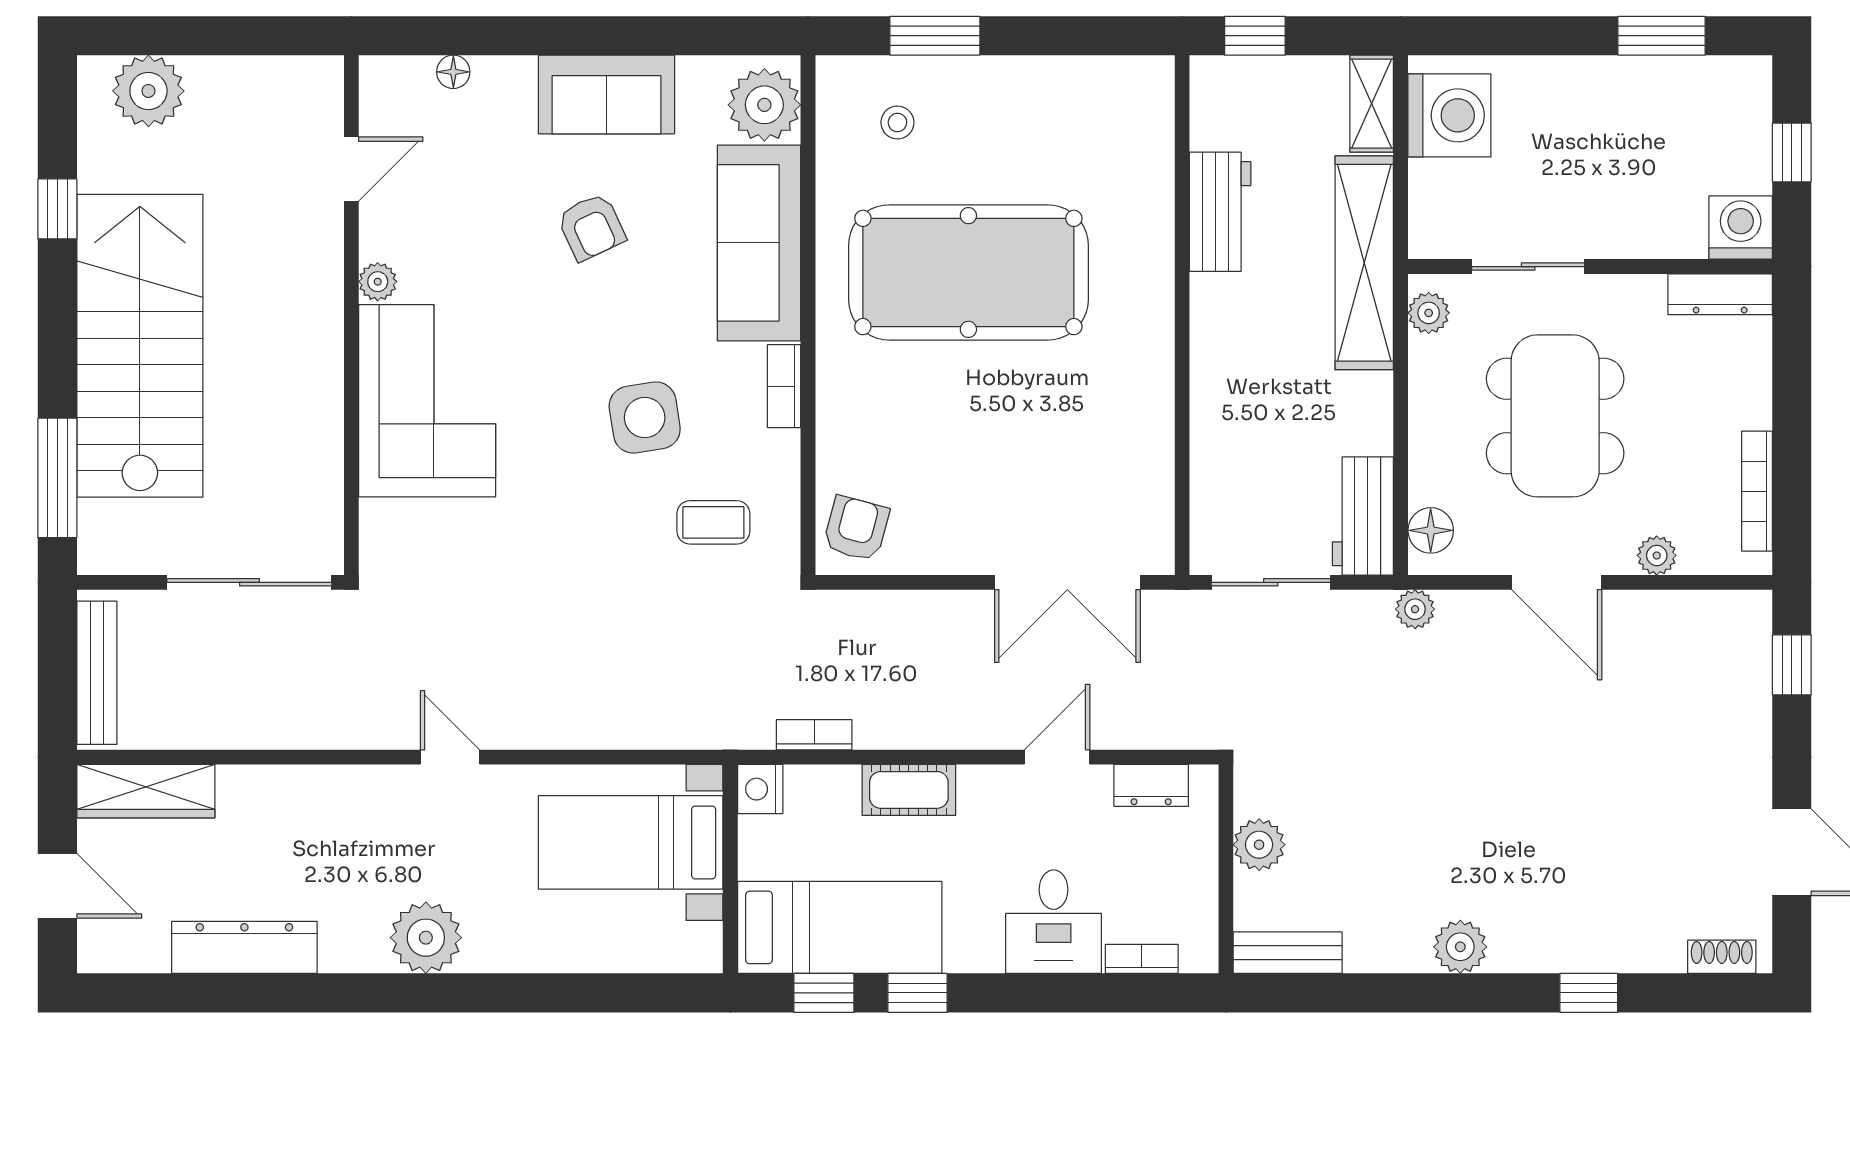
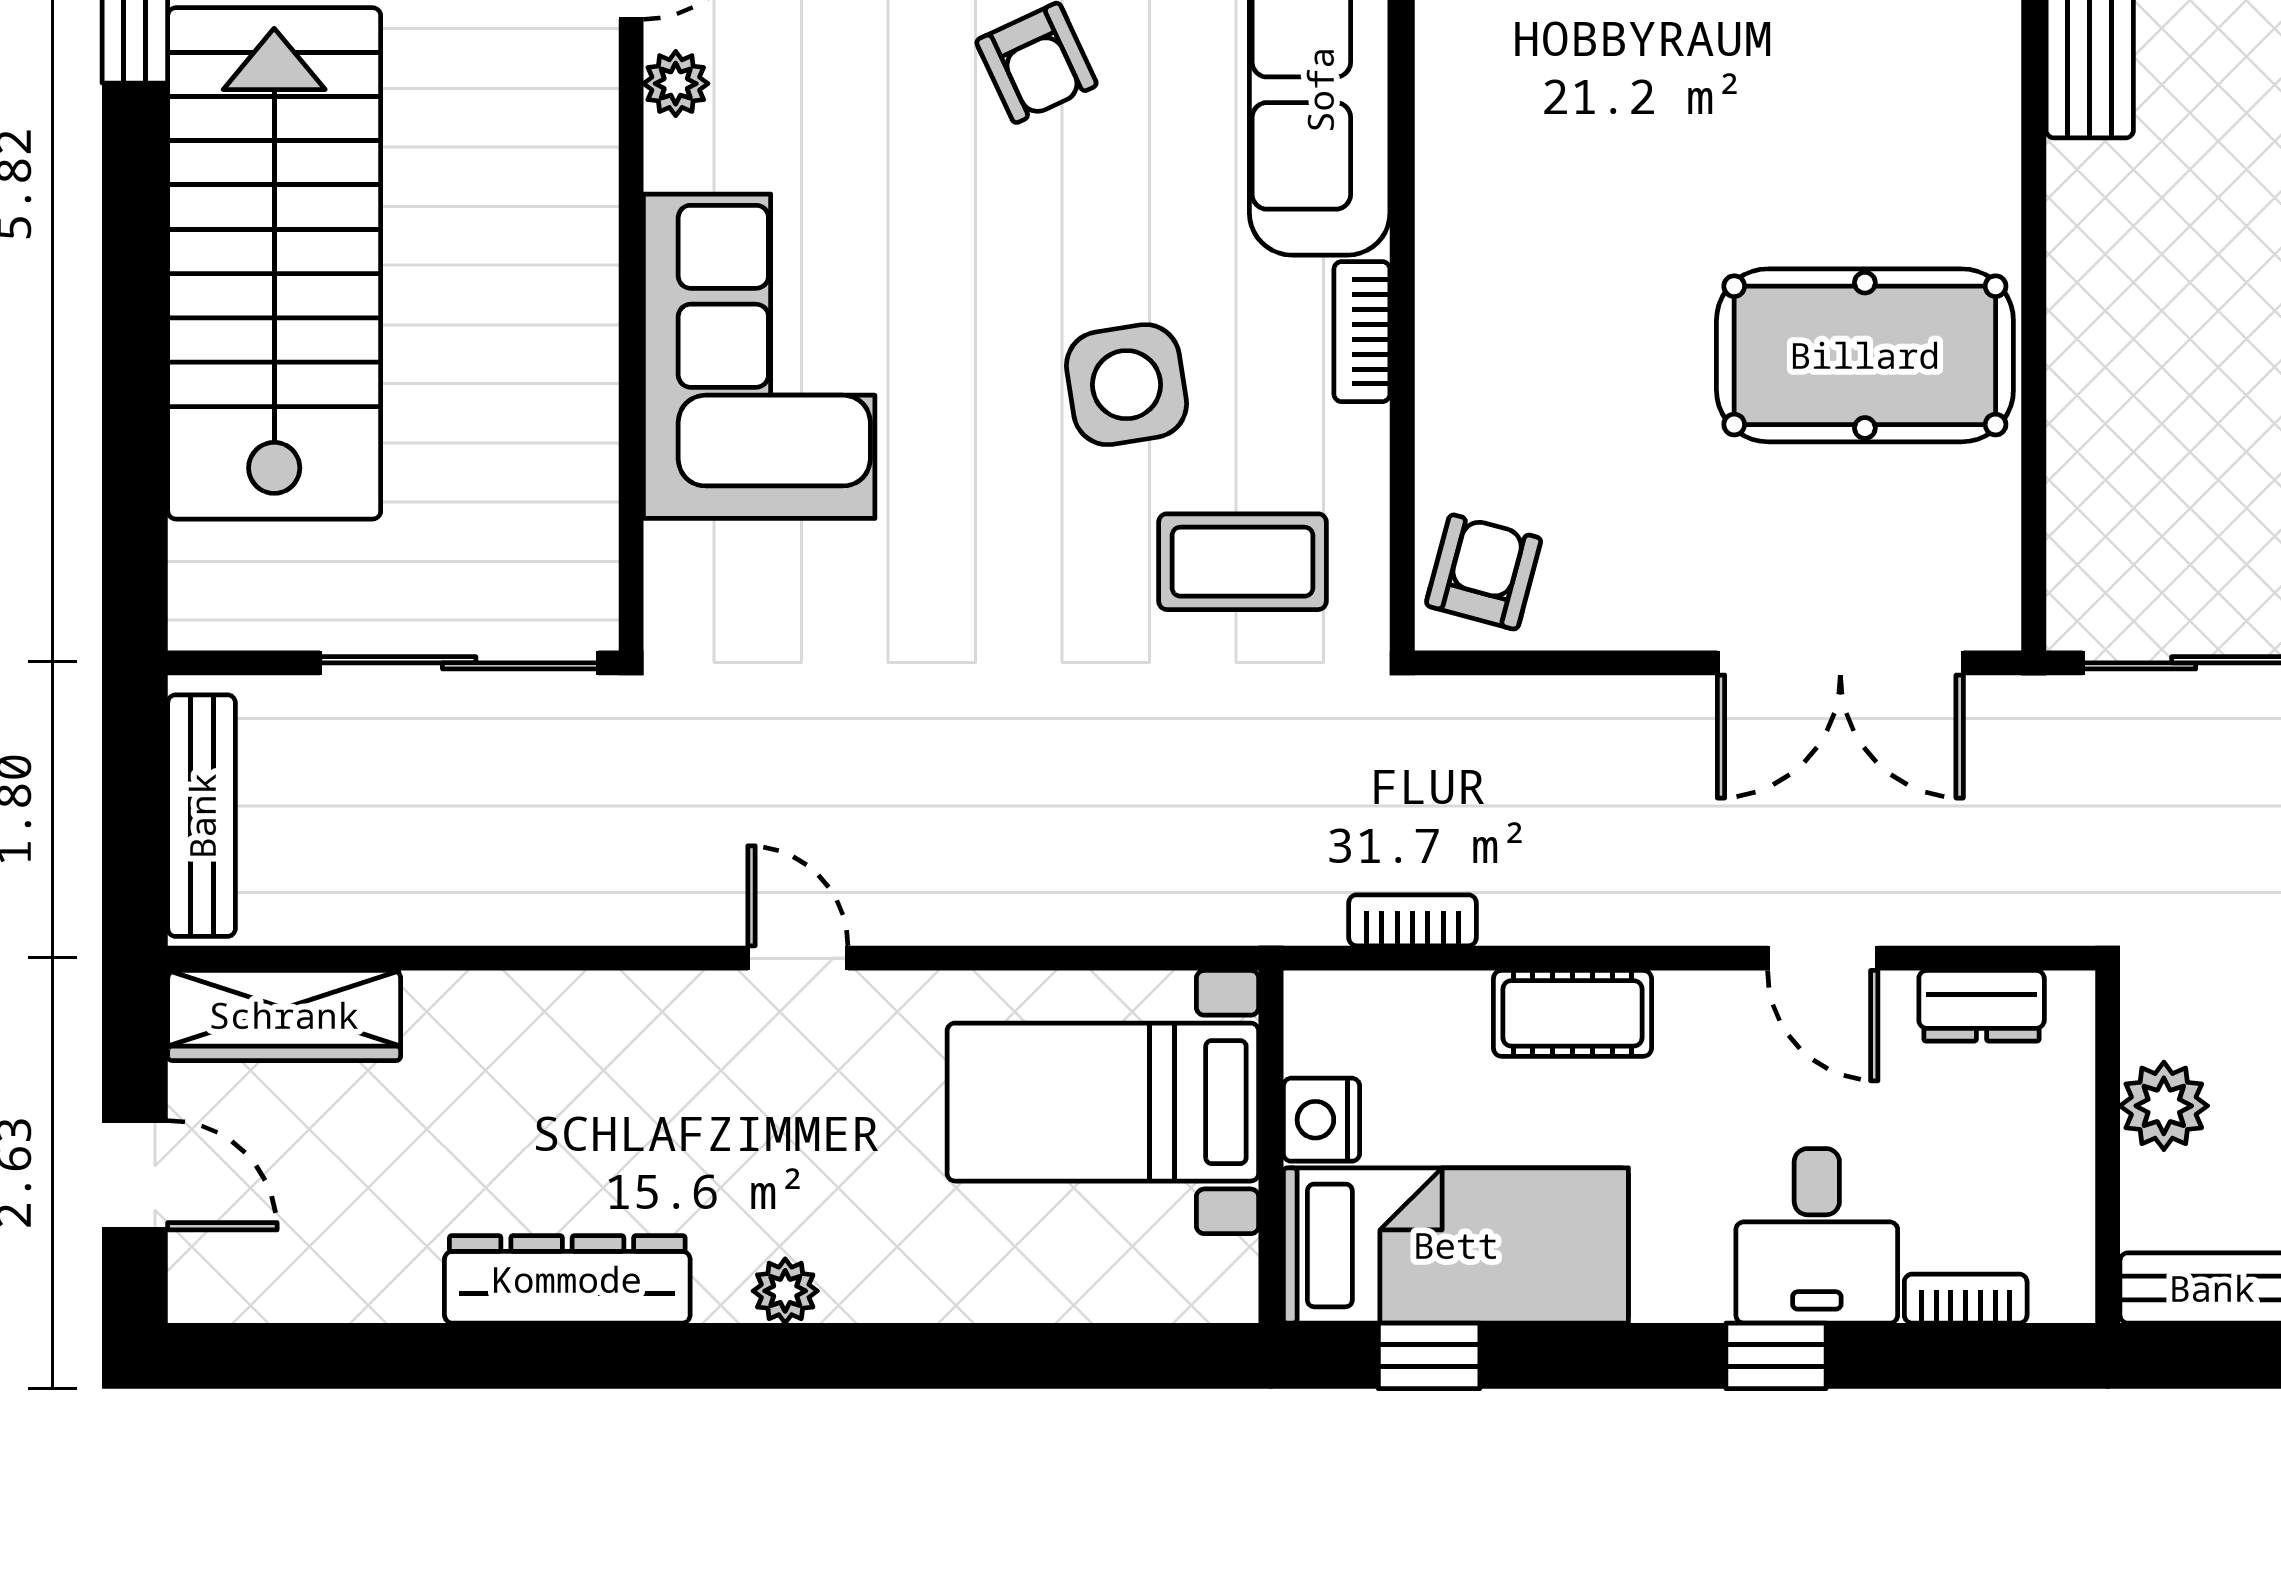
pool table: (968, 272) -> (1865, 355), moved, width x0.73, depth x0.76
plant: (378, 282) -> (676, 84), moved
window: (57, 478) -> (135, 487), removed
coffee table: (713, 522) -> (1242, 562), width x1.36, depth x1.30
door: (1057, 757) -> (1823, 958), swing flipped
nightstand: (760, 789) -> (1321, 1120), moved
plant: (426, 938) -> (785, 1291), width x0.53, depth x0.53
dresser: (244, 947) -> (567, 1279), moved
window: (917, 993) -> (1776, 1356), moved

